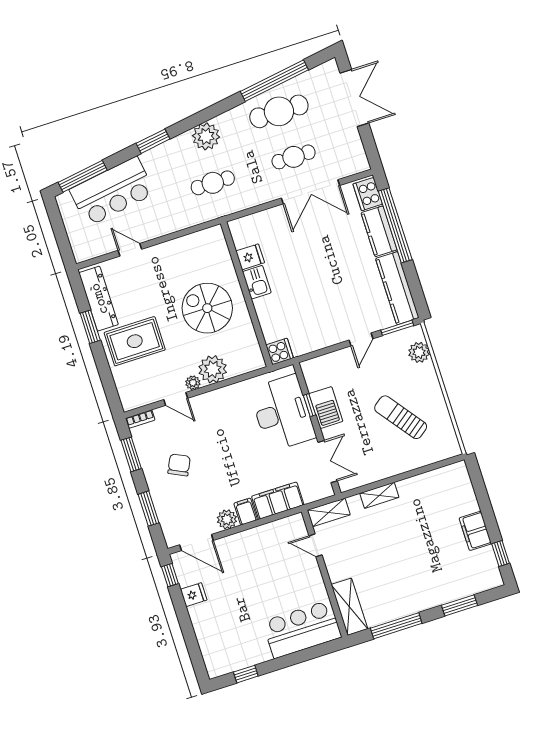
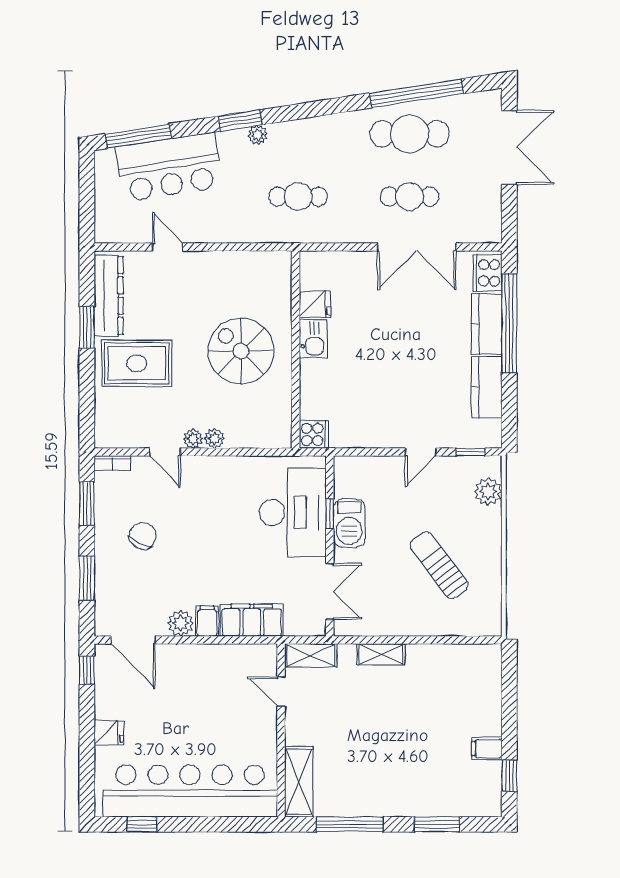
plant: (206, 136) -> (258, 135), moved, width x0.53, depth x0.53
kitchen counter: (397, 288) -> (487, 387), width x0.67
window: (397, 328) -> (471, 452), width x0.67
plant: (213, 369) -> (214, 438), width x0.53, depth x0.53
filing cabinet: (475, 531) -> (487, 749), width x0.50
fridge: (194, 595) -> (109, 733), moved
bar counter: (302, 629) -> (190, 791), width x1.86

